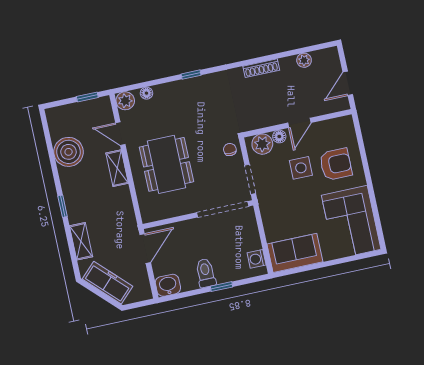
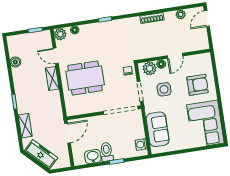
door: (348, 83) -> (207, 18), moved
boiler: (69, 152) -> (15, 62), width x0.54, depth x0.54
dining table: (166, 164) -> (85, 78), turned 90
side table: (301, 168) -> (164, 89), moved
sofa: (295, 253) -> (158, 129), moved, turned 90
washbasin: (168, 285) -> (93, 157), moved

